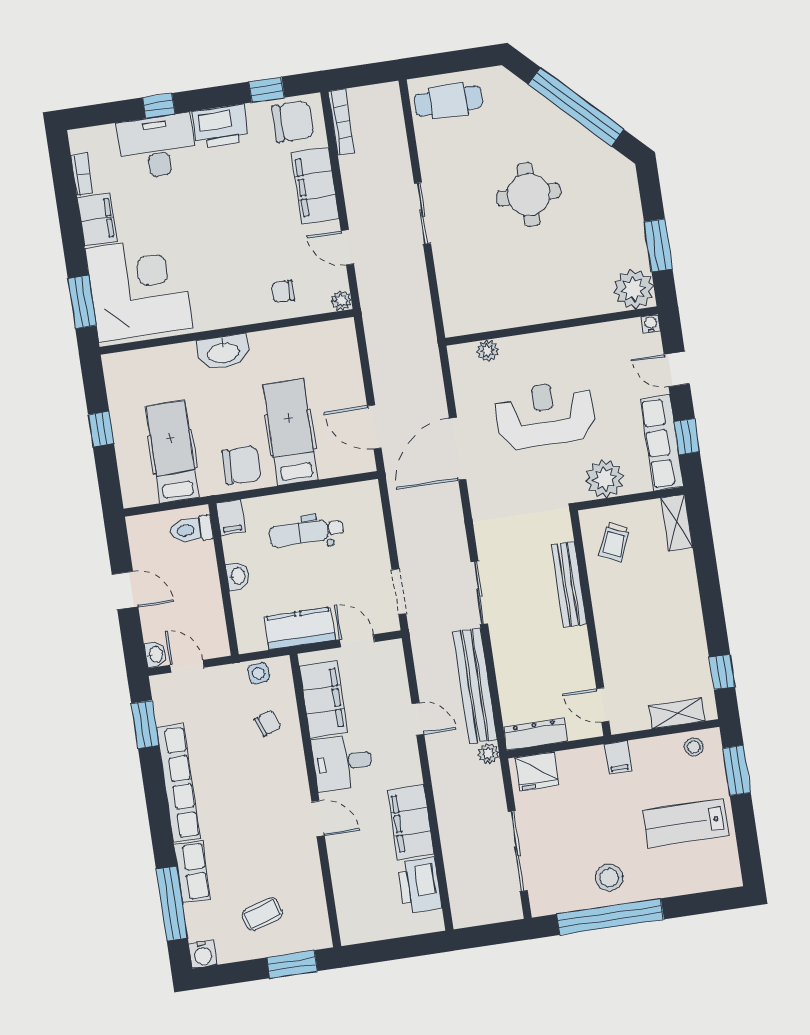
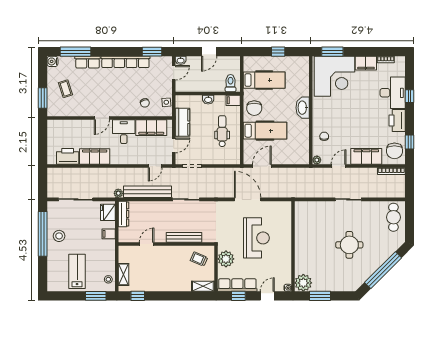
plant: (488, 351) -> (287, 218), removed
door: (603, 705) -> (147, 244), moved
door: (418, 719) -> (155, 166), moved
filing cabinet: (618, 758) -> (109, 234), moved

